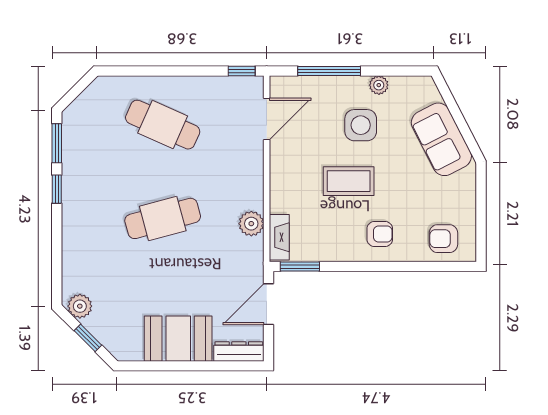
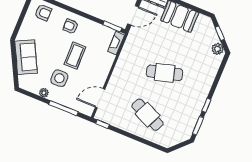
coffee table: (349, 181) -> (75, 56), turned 90
plant: (251, 224) -> (126, 54), removed

